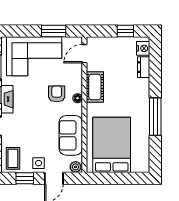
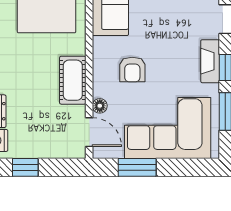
door: (84, 54) -> (89, 132), hinge flipped
floor lamp: (78, 98) -> (100, 106), moved

